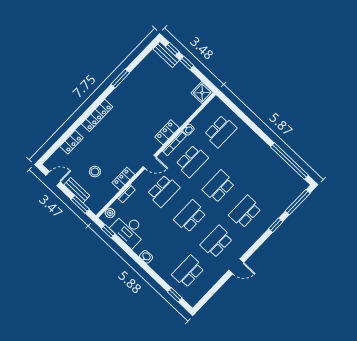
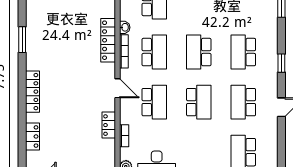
locker: (167, 132) -> (108, 40), width x1.53
door: (150, 162) -> (118, 88), hinge flipped
stool: (95, 172) -> (78, 143), removed
school desk: (190, 216) -> (199, 102), turned 180
window: (276, 225) -> (281, 63), moved

